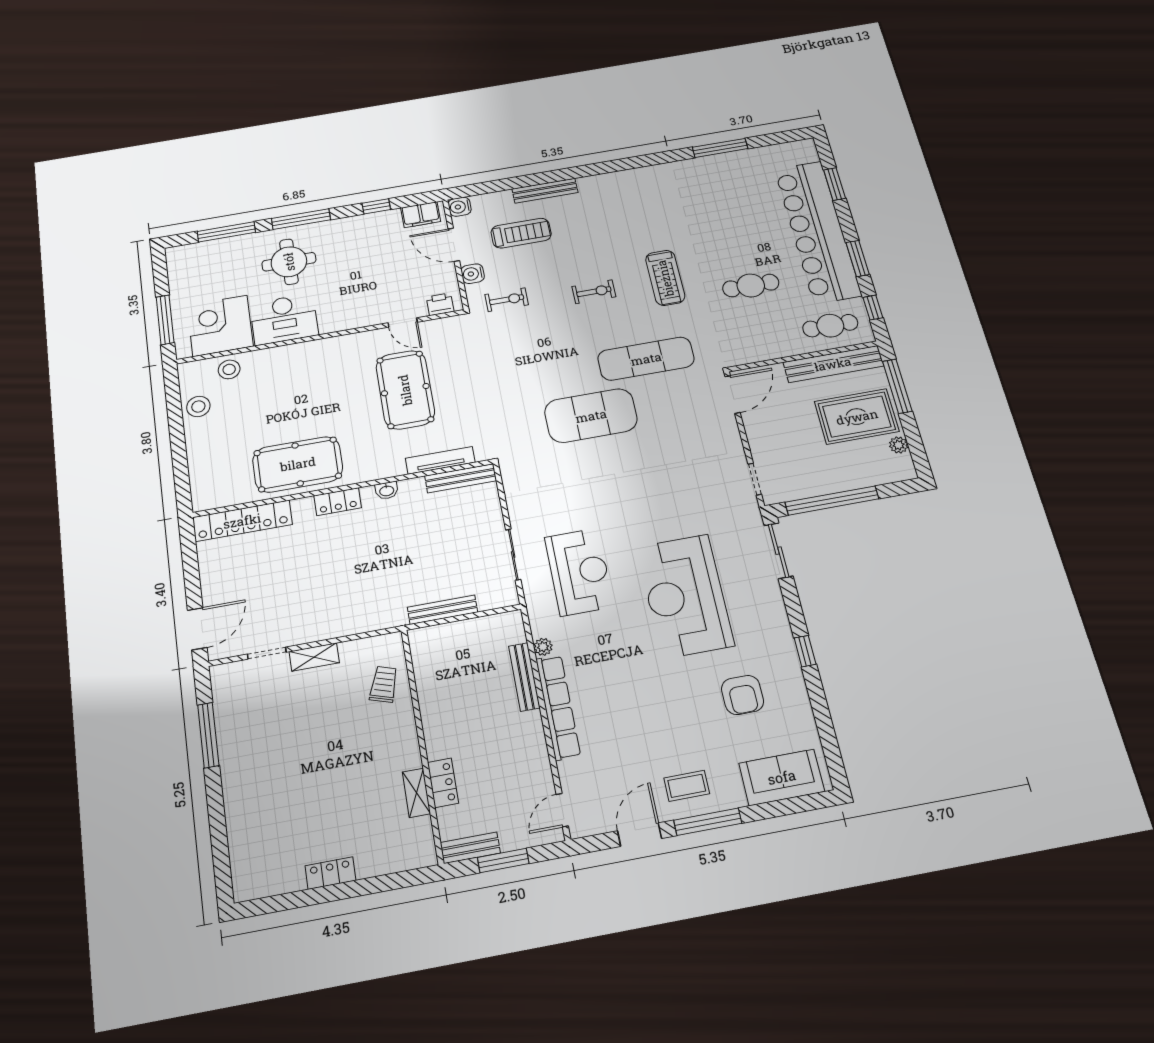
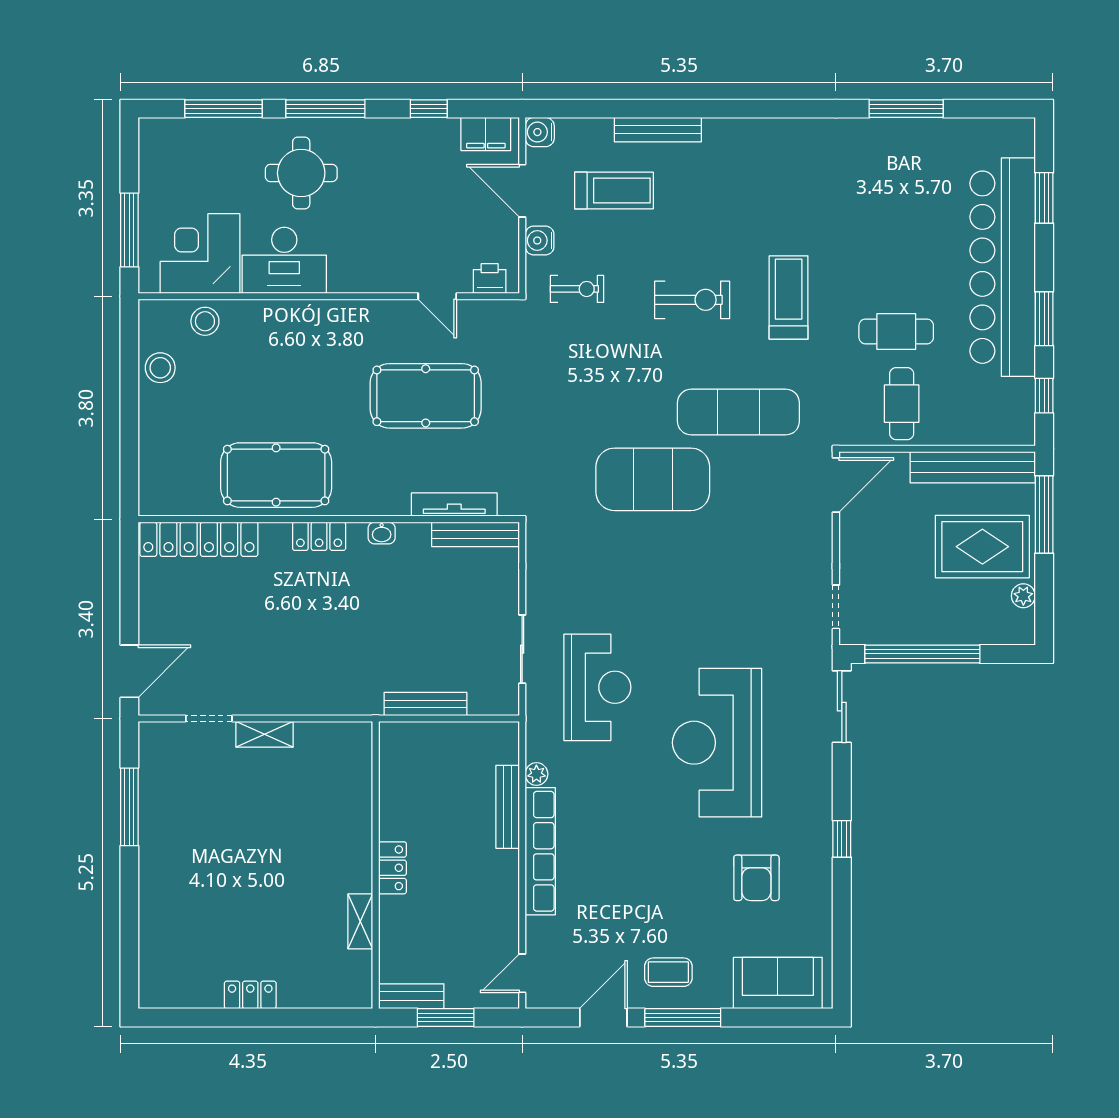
treadmill: (665, 278) -> (789, 297), turned 180
exercise bike: (594, 292) -> (692, 300), width x1.38, depth x1.39
cafe table: (830, 326) -> (902, 404), moved, turned 90
pool table: (405, 390) -> (426, 396), turned 90
trolley: (384, 684) -> (342, 784), removed
locker: (443, 783) -> (392, 868), moved

